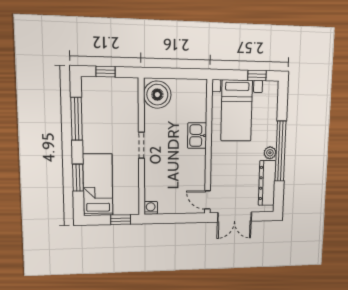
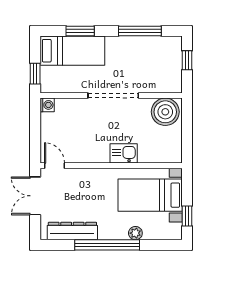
doorway: (141, 145) -> (113, 96), width x1.88
plant: (270, 153) -> (135, 233), moved
door: (208, 200) -> (55, 166), hinge flipped

